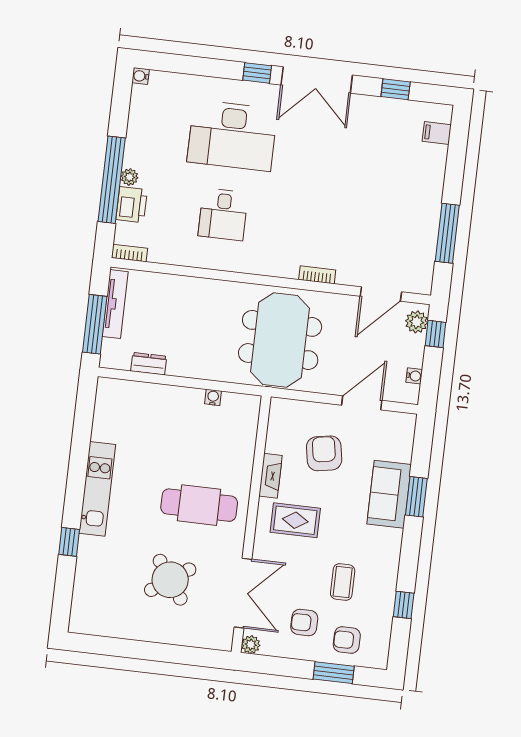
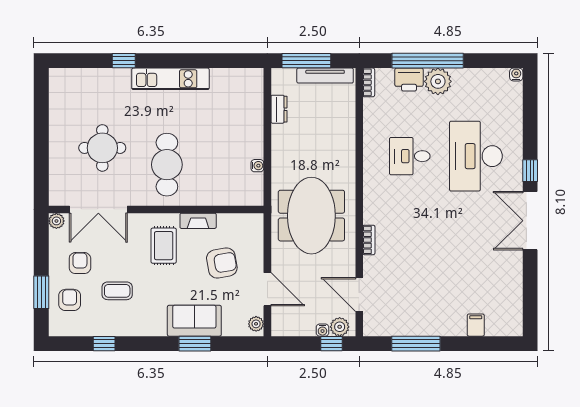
window: (396, 89) -> (530, 287), removed
filing cabinet: (437, 133) -> (476, 325), moved
plant: (130, 177) -> (438, 81), width x1.88, depth x1.88
meeting table: (280, 340) -> (311, 216), turned 90
water cooler: (414, 376) -> (322, 330), moved
plant: (401, 421) -> (256, 324), added
round table: (170, 580) -> (102, 148), turned 35

